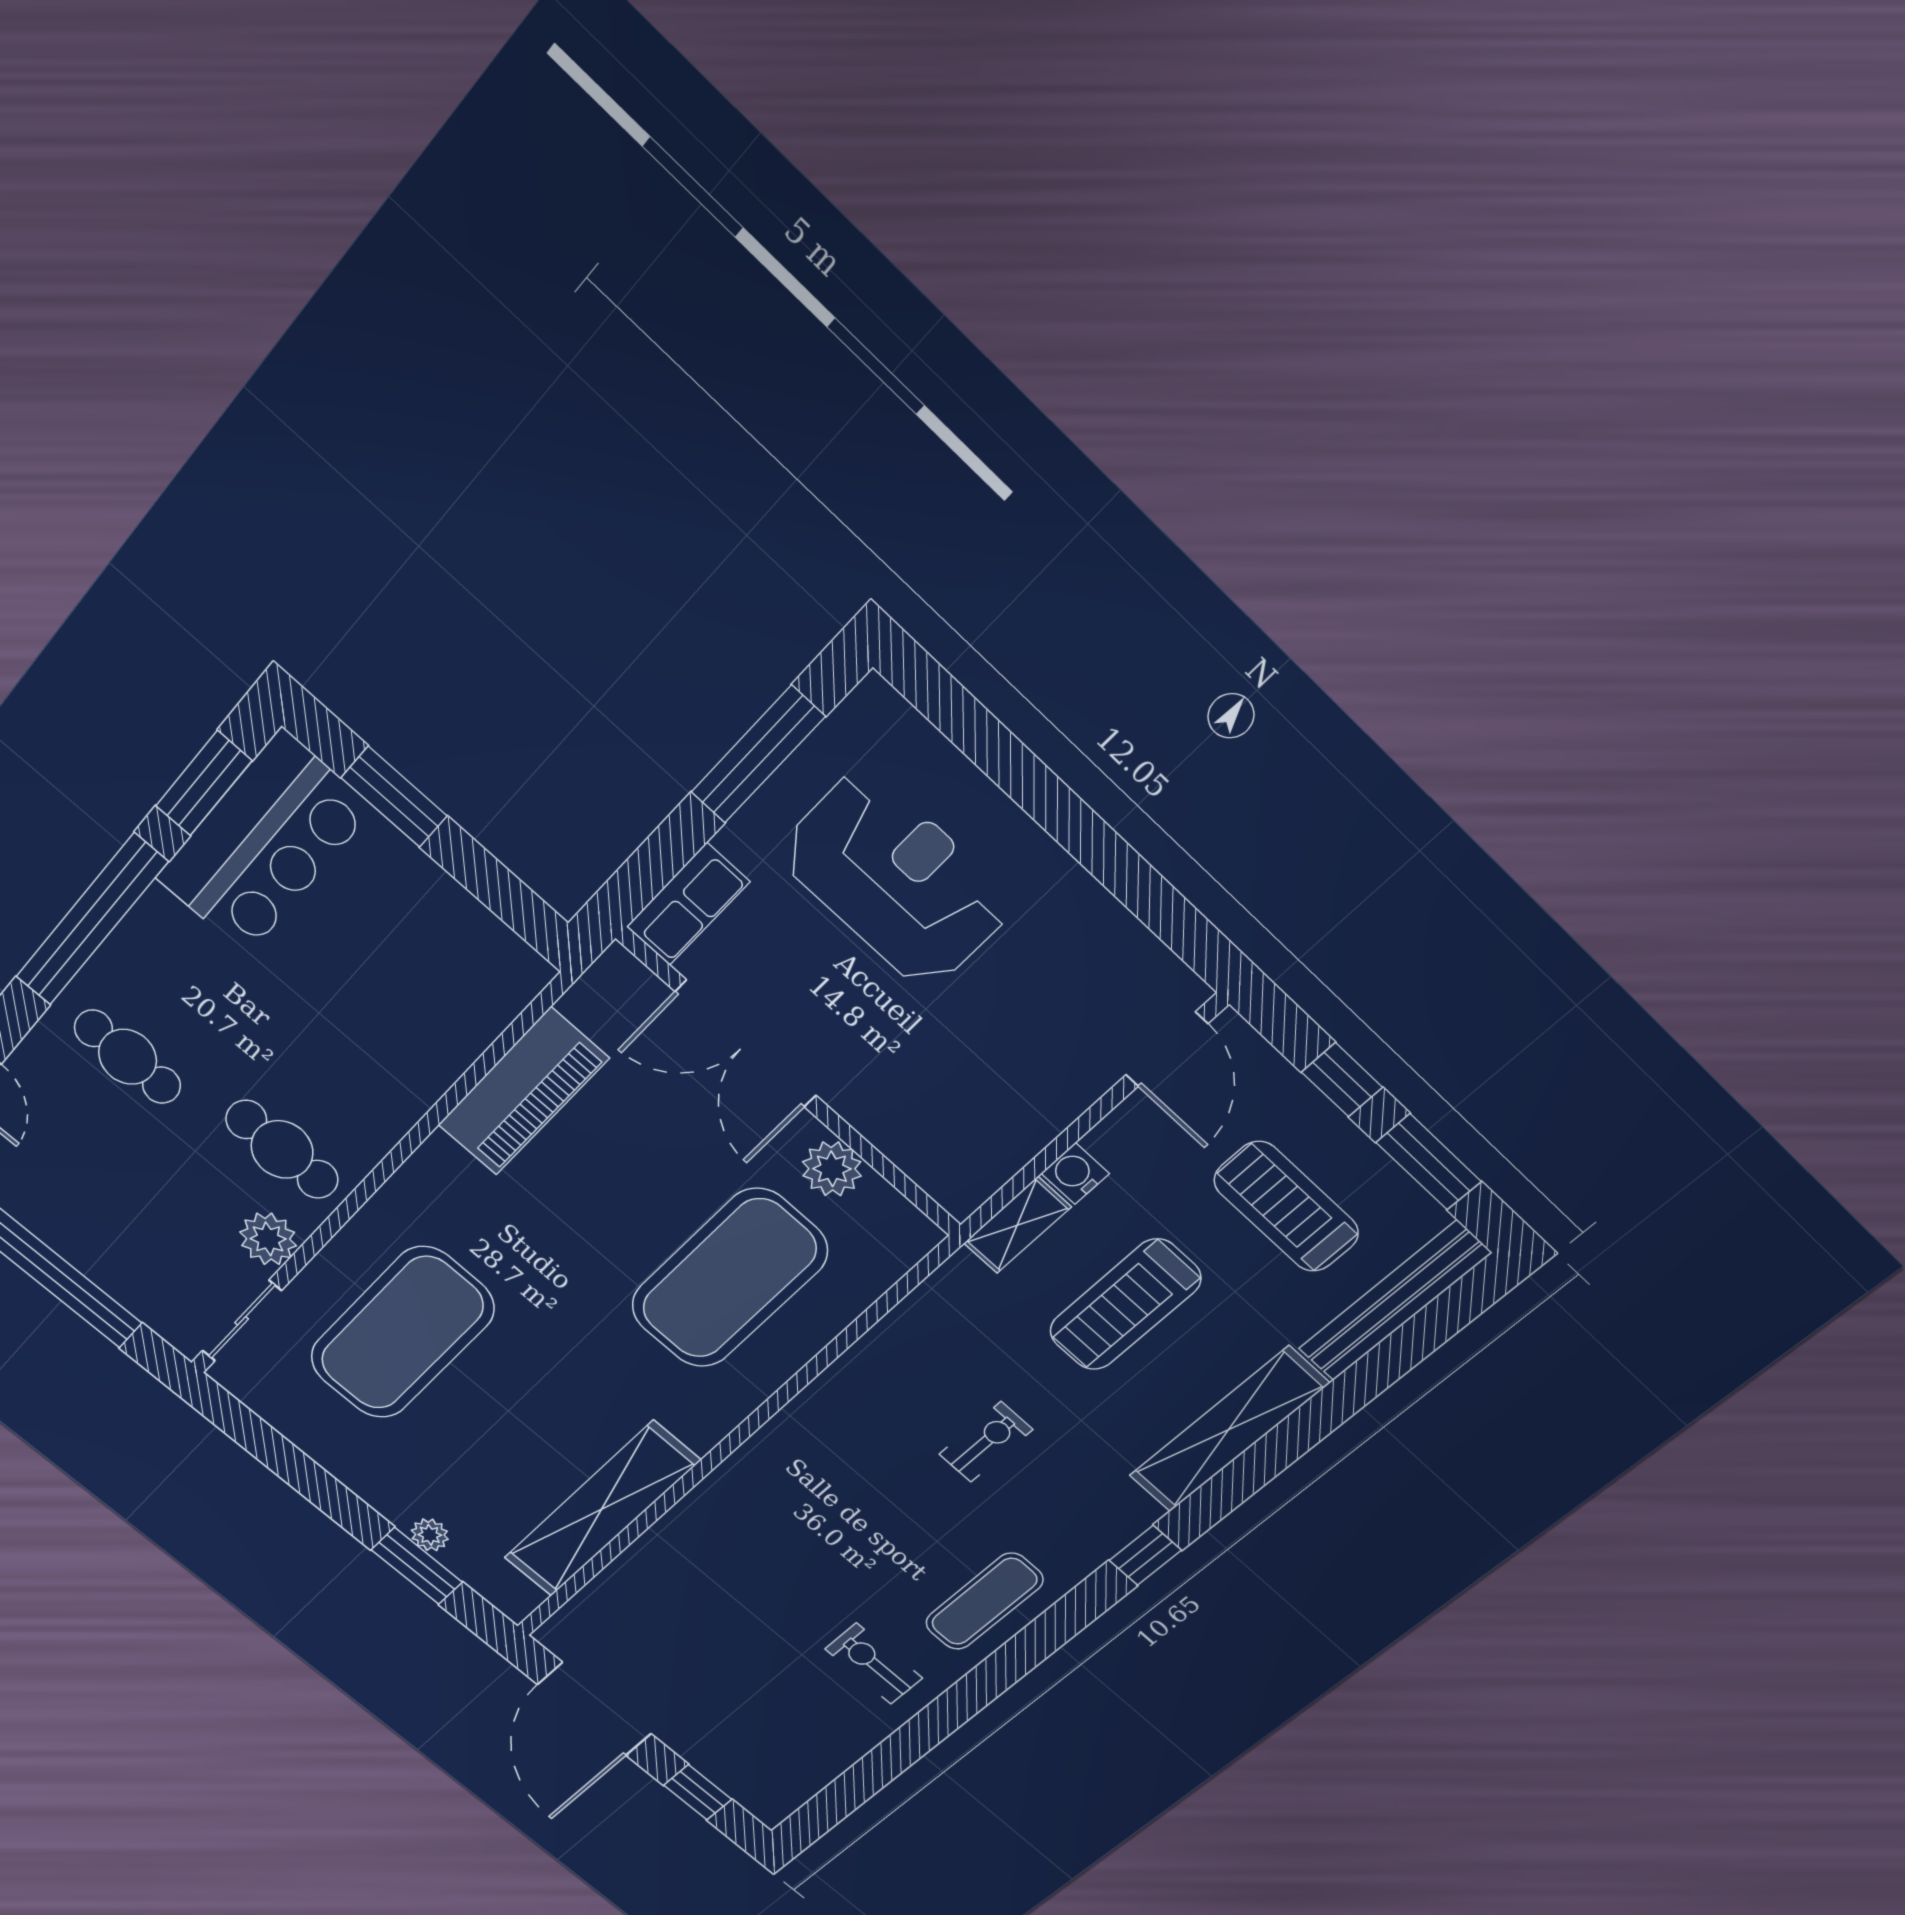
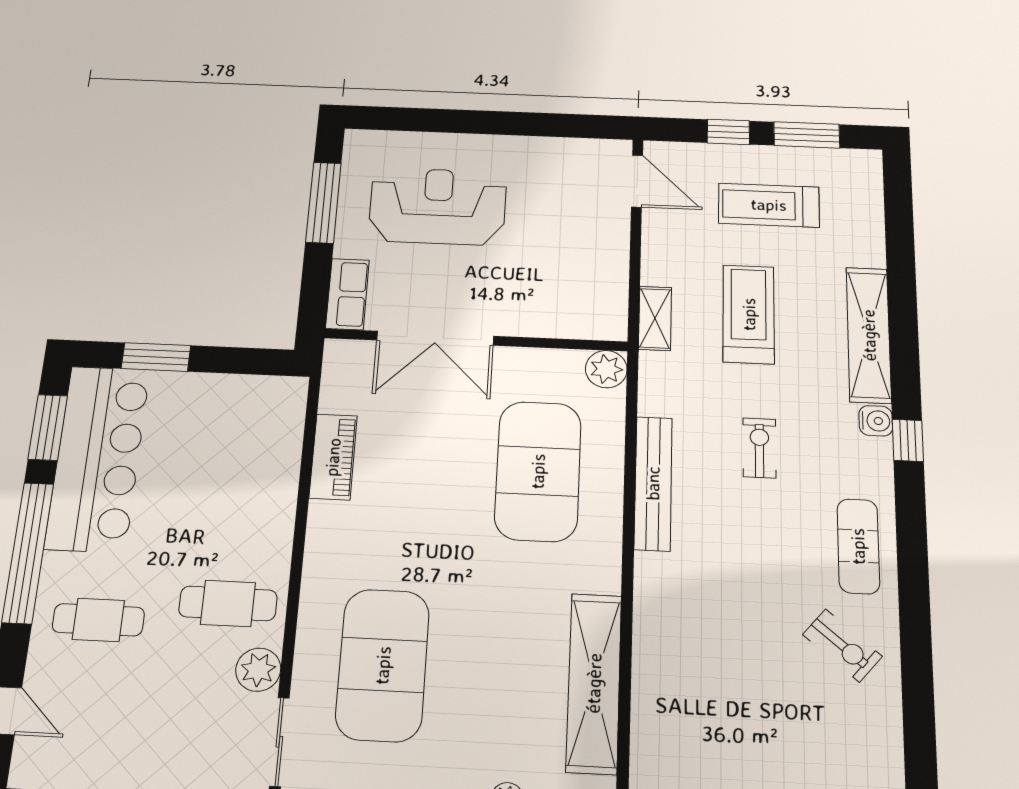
bar counter: (264, 843) -> (98, 458), width x1.36
piano: (523, 1092) -> (333, 457), width x0.73, depth x0.75
plant: (832, 1169) -> (606, 369), moved
water cooler: (1075, 1174) -> (876, 421), moved, turned 180
bench: (1394, 1301) -> (653, 483), moved
treadmill: (1125, 1305) -> (749, 314), turned 180
exercise bike: (874, 1664) -> (842, 645), turned -140

